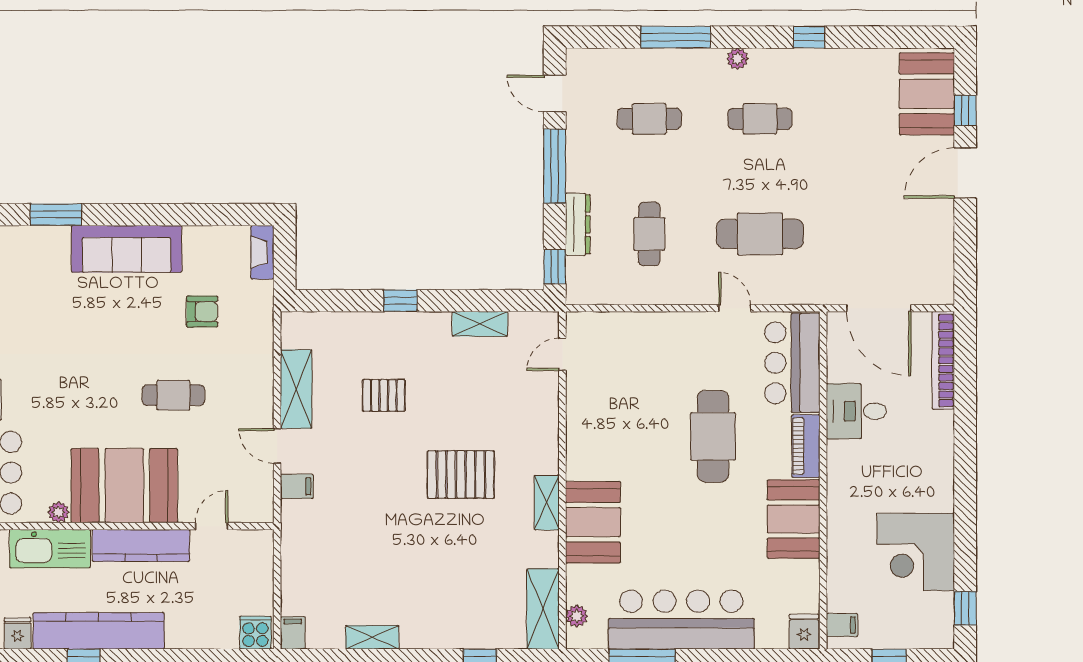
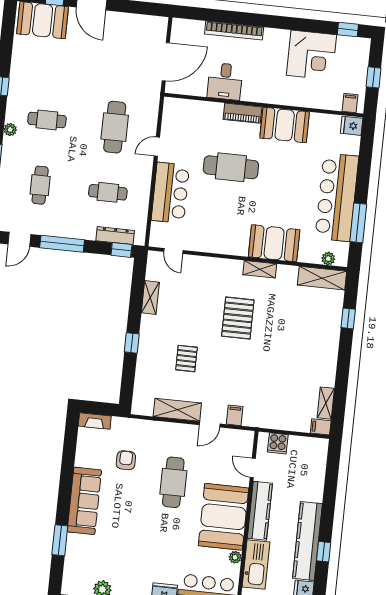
cafe table: (760, 119) -> (47, 120), turned 90
dresser: (578, 224) -> (115, 236), moved
bookcase: (943, 360) -> (234, 31), moved
bar counter: (792, 363) -> (170, 193), moved, turned -90
cafe table: (173, 395) -> (173, 482), width x1.37, depth x1.35
cooker: (255, 633) -> (278, 443), moved, turned -90
shelving: (372, 637) -> (326, 403), moved

